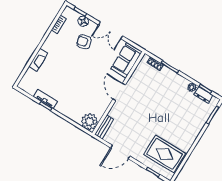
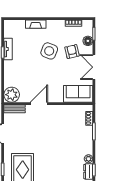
side table: (71, 62) -> (49, 51), added
door: (119, 92) -> (39, 104), moved

